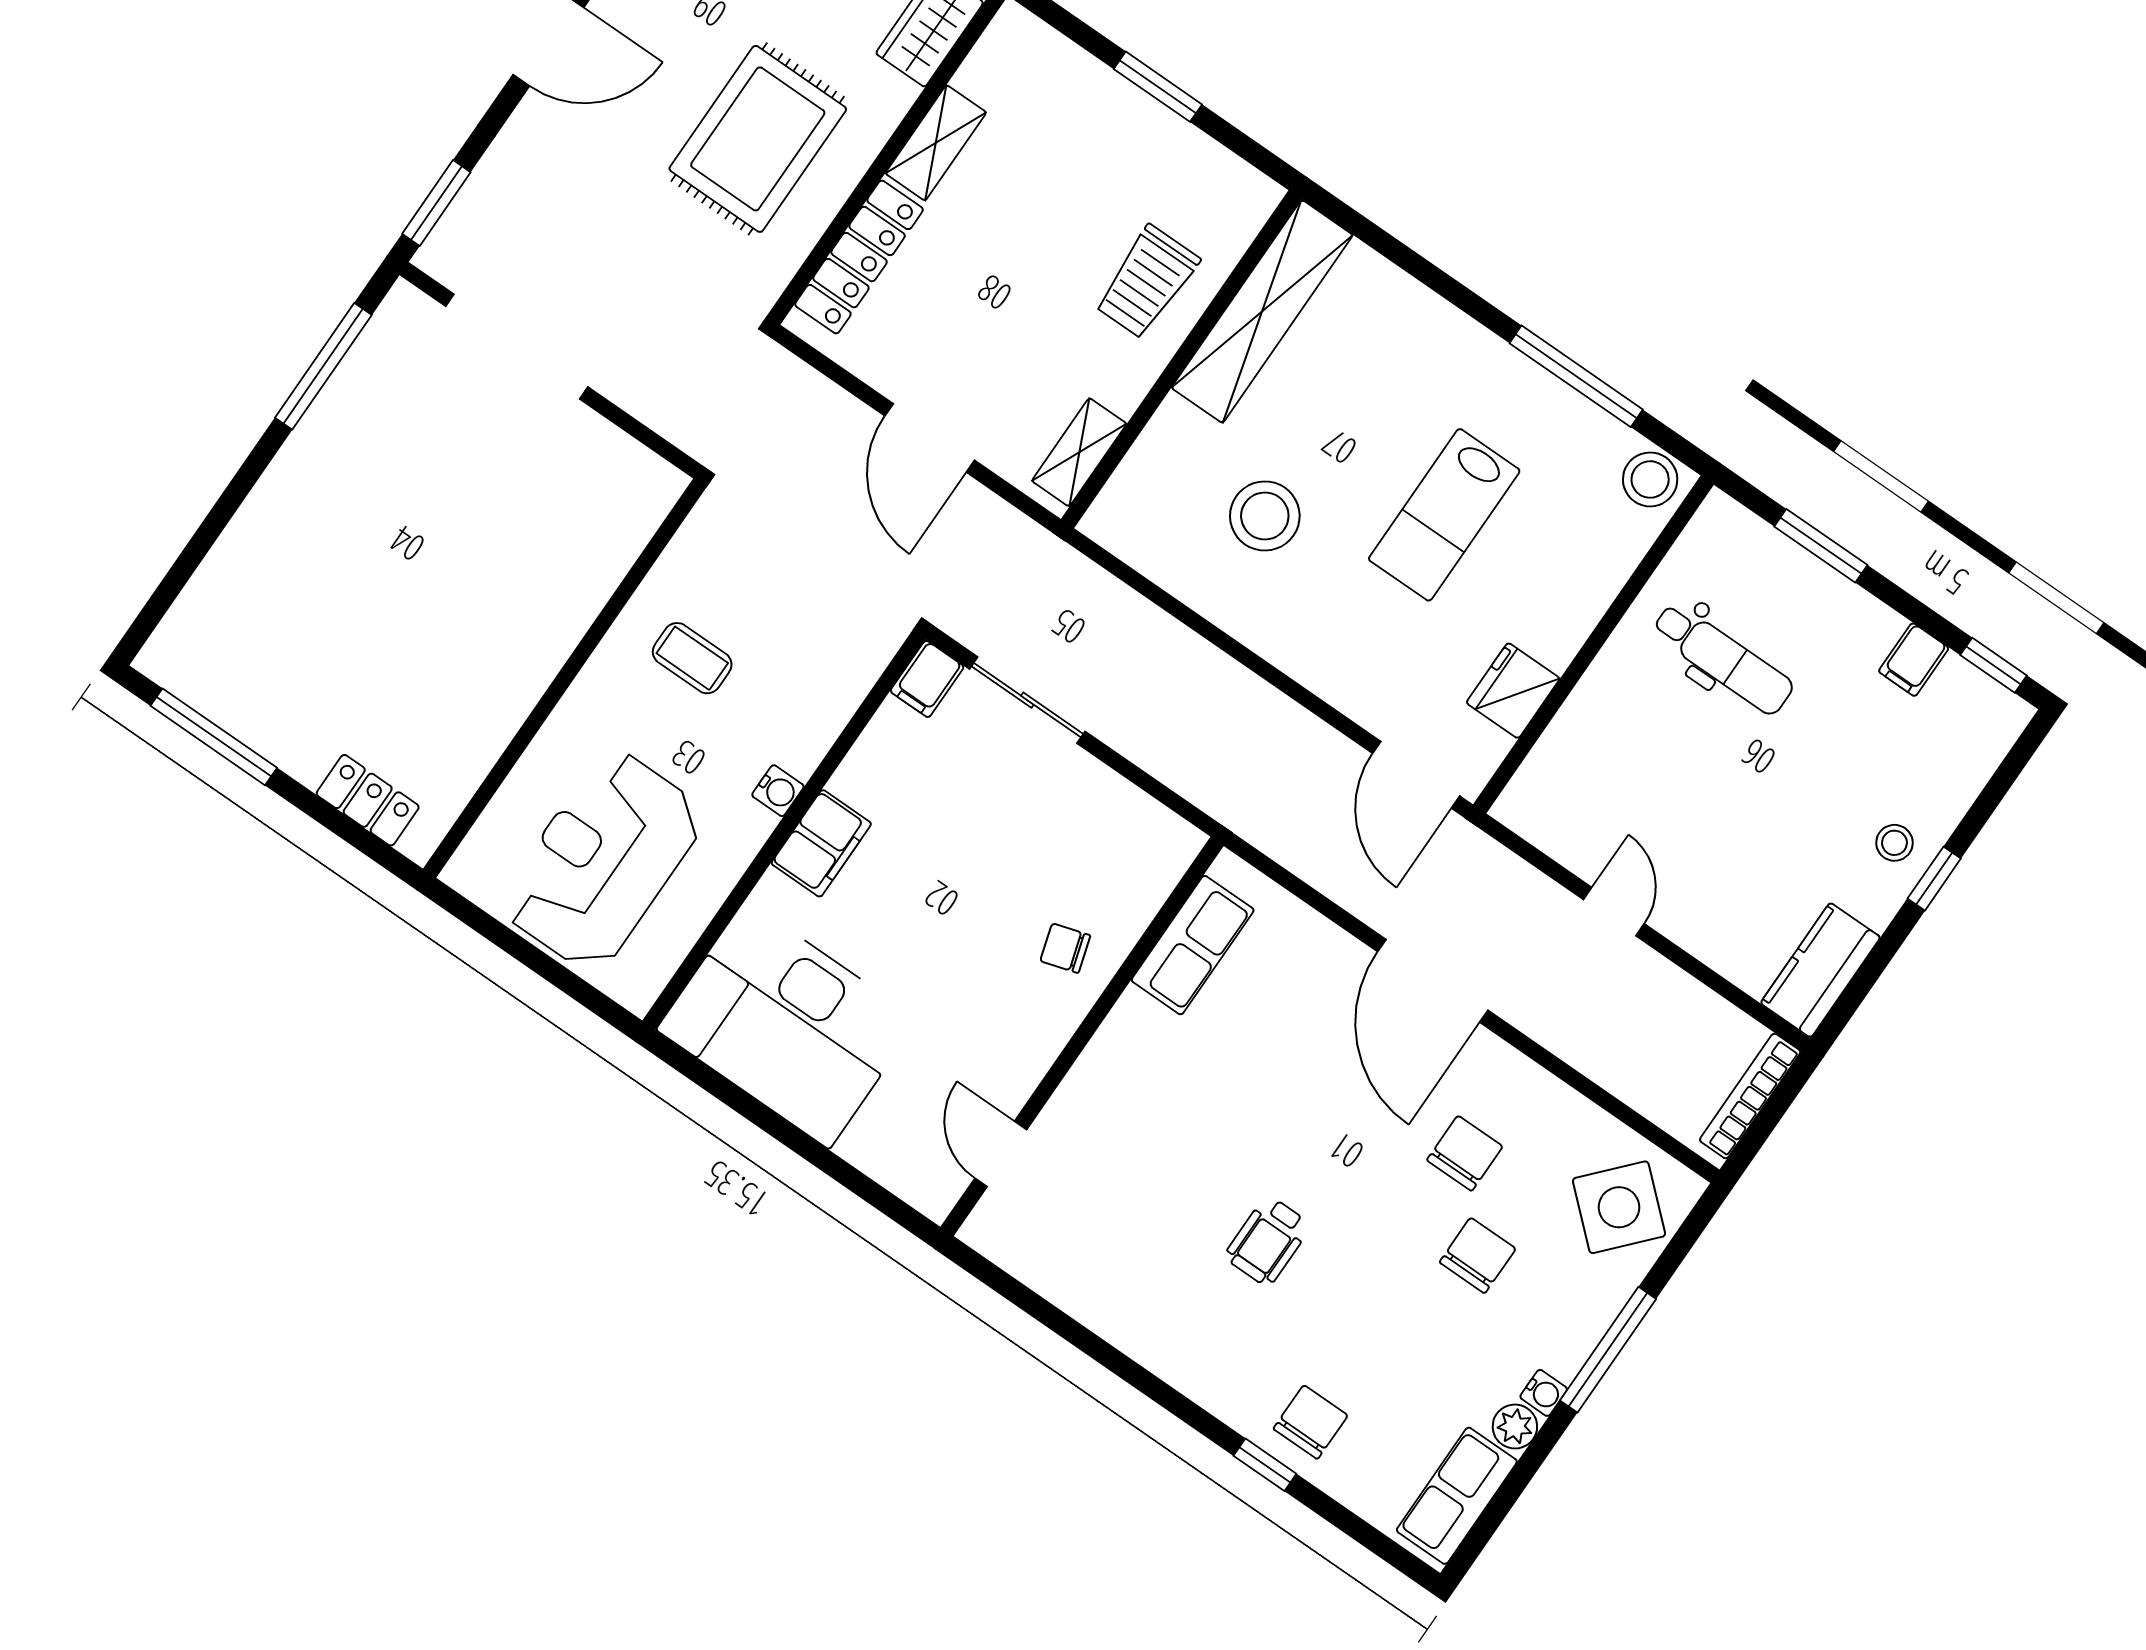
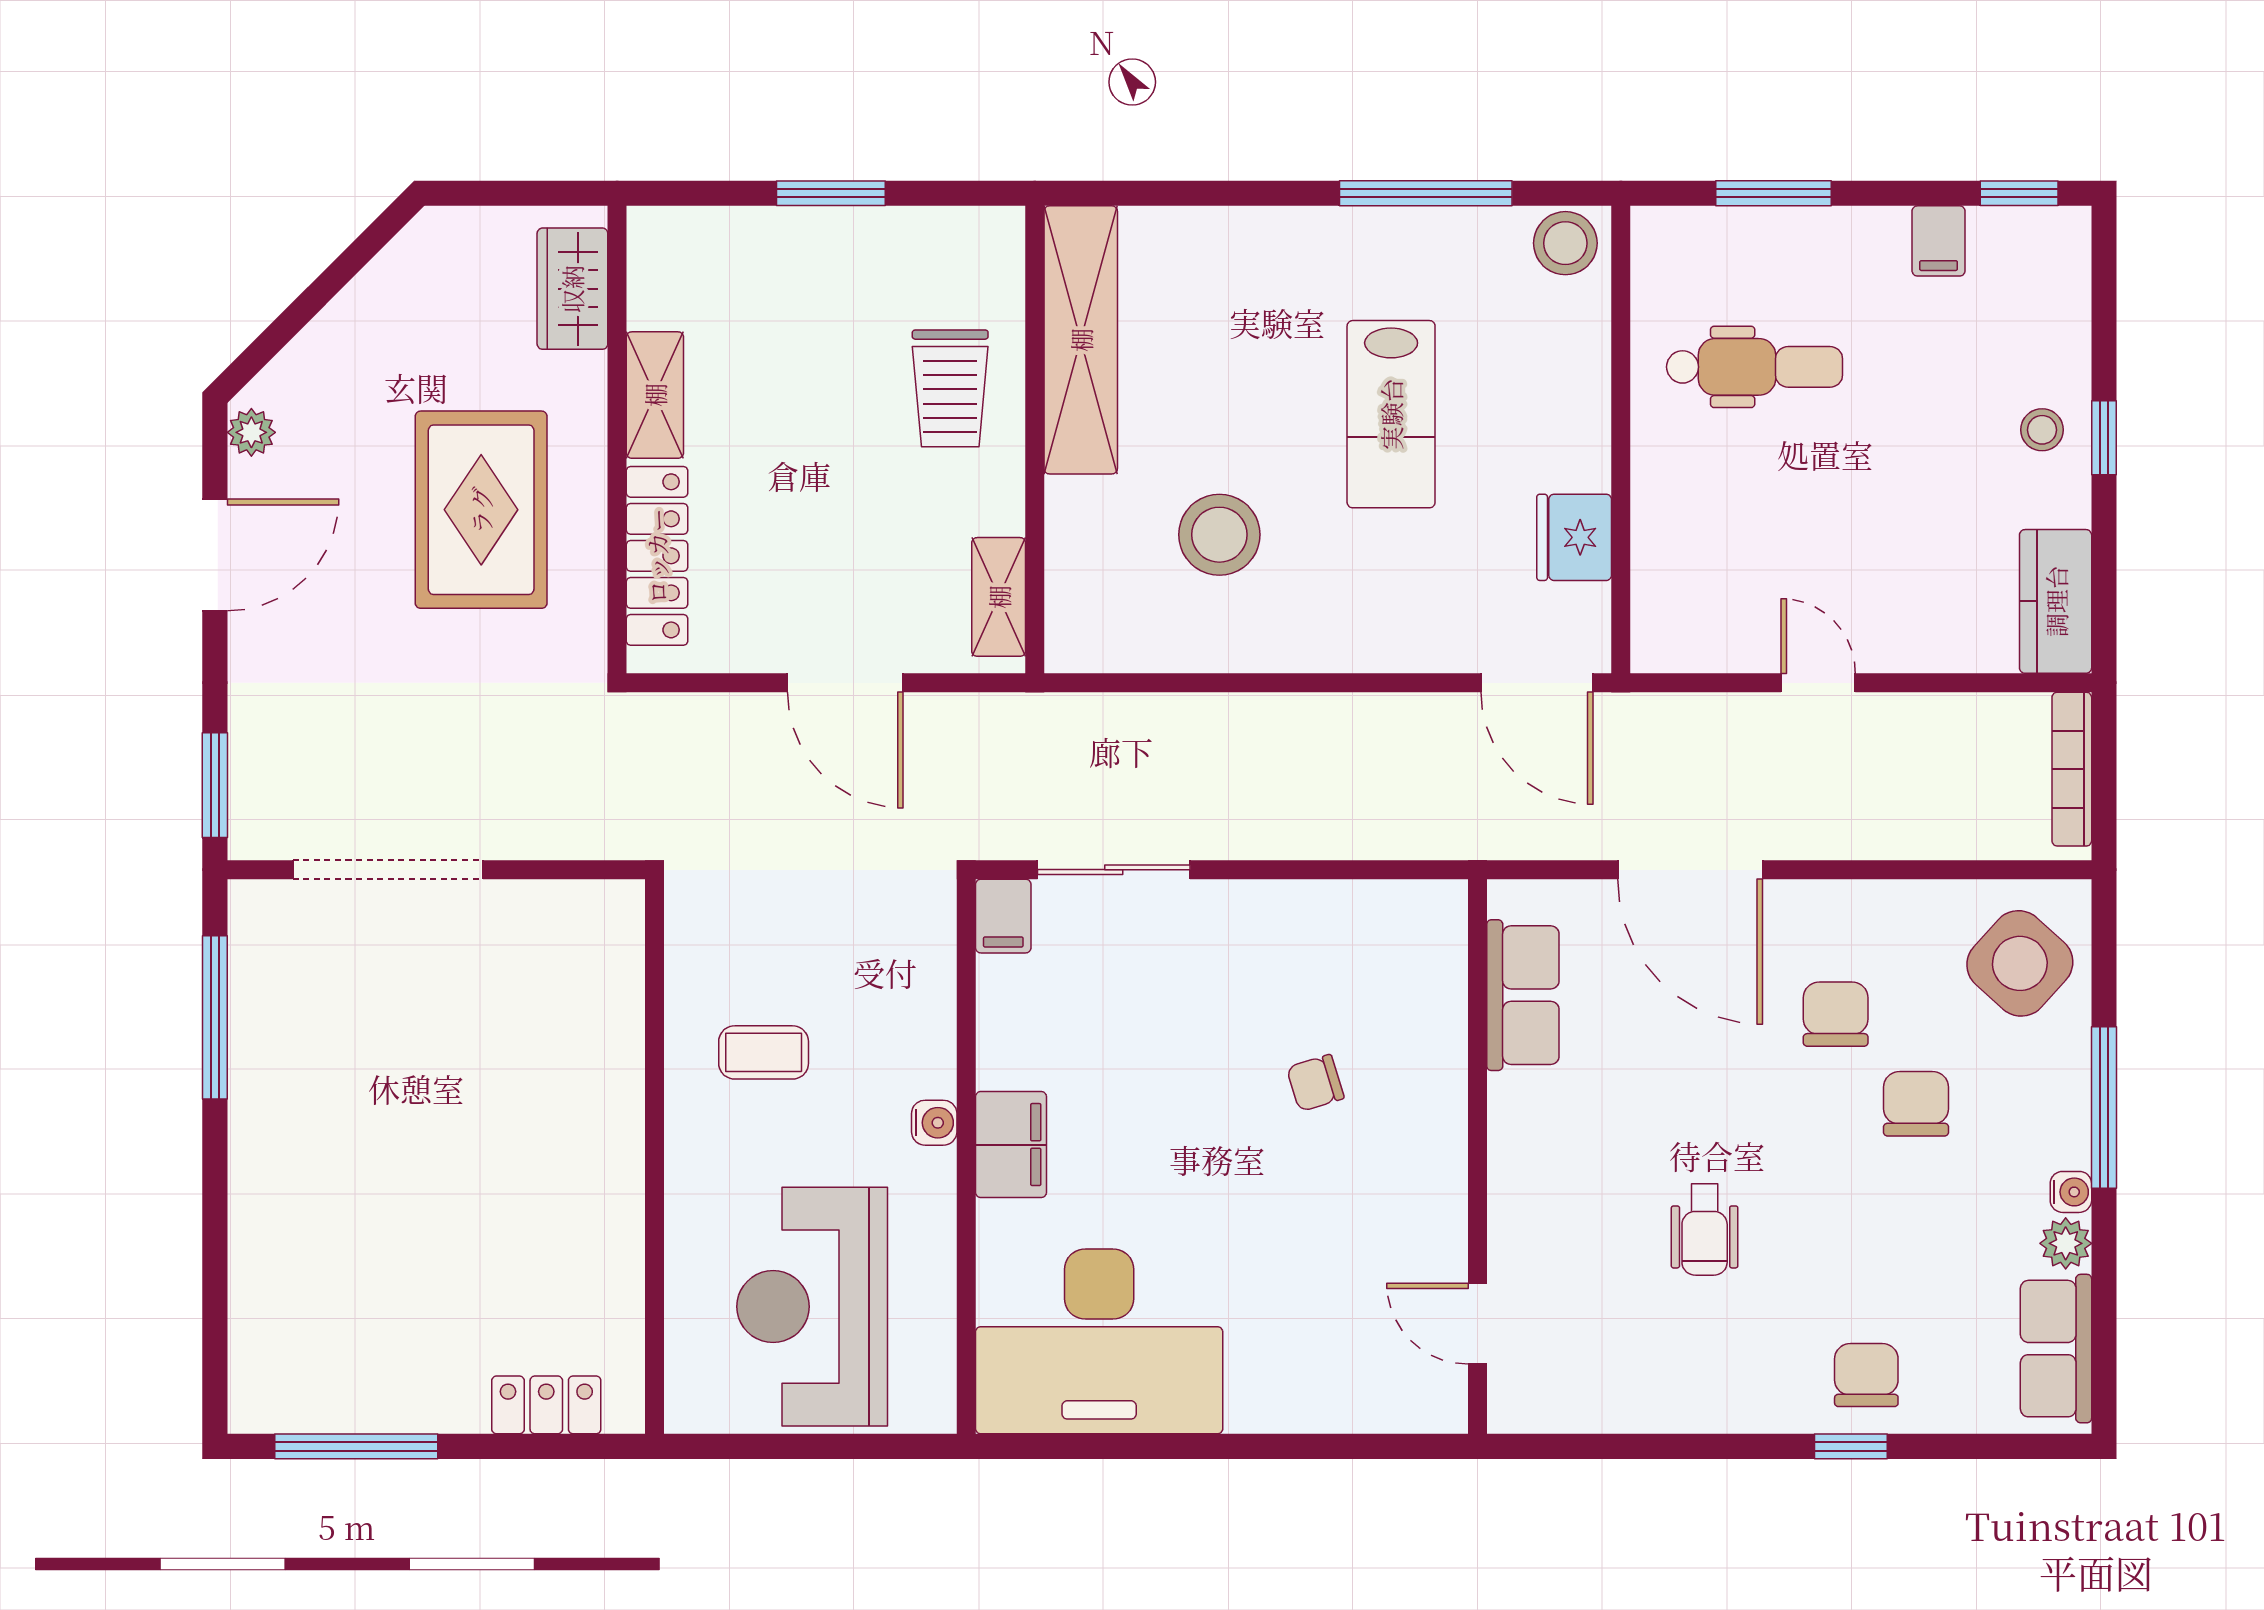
row of seats: (1193, 945) -> (1523, 995), moved
wall: (1082, 1036) -> (1477, 1157), moved
door: (1001, 1154) -> (1477, 1324), moved

